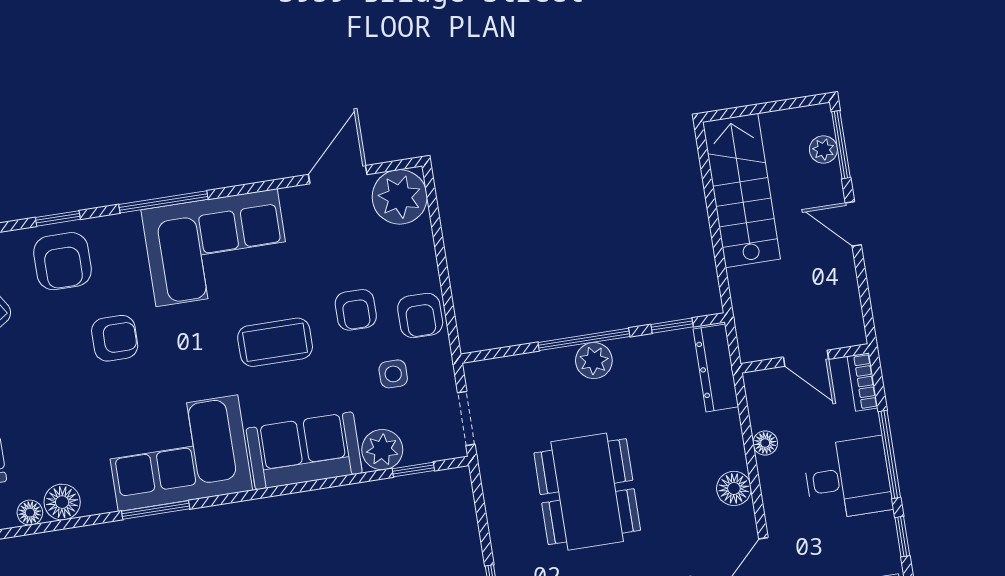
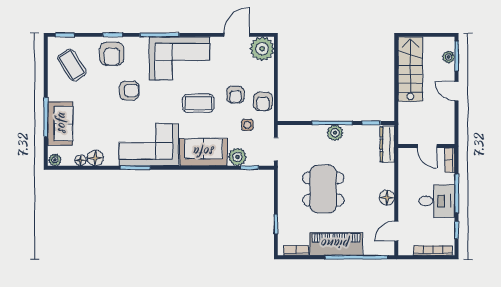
floor lamp: (765, 443) -> (404, 180), removed

